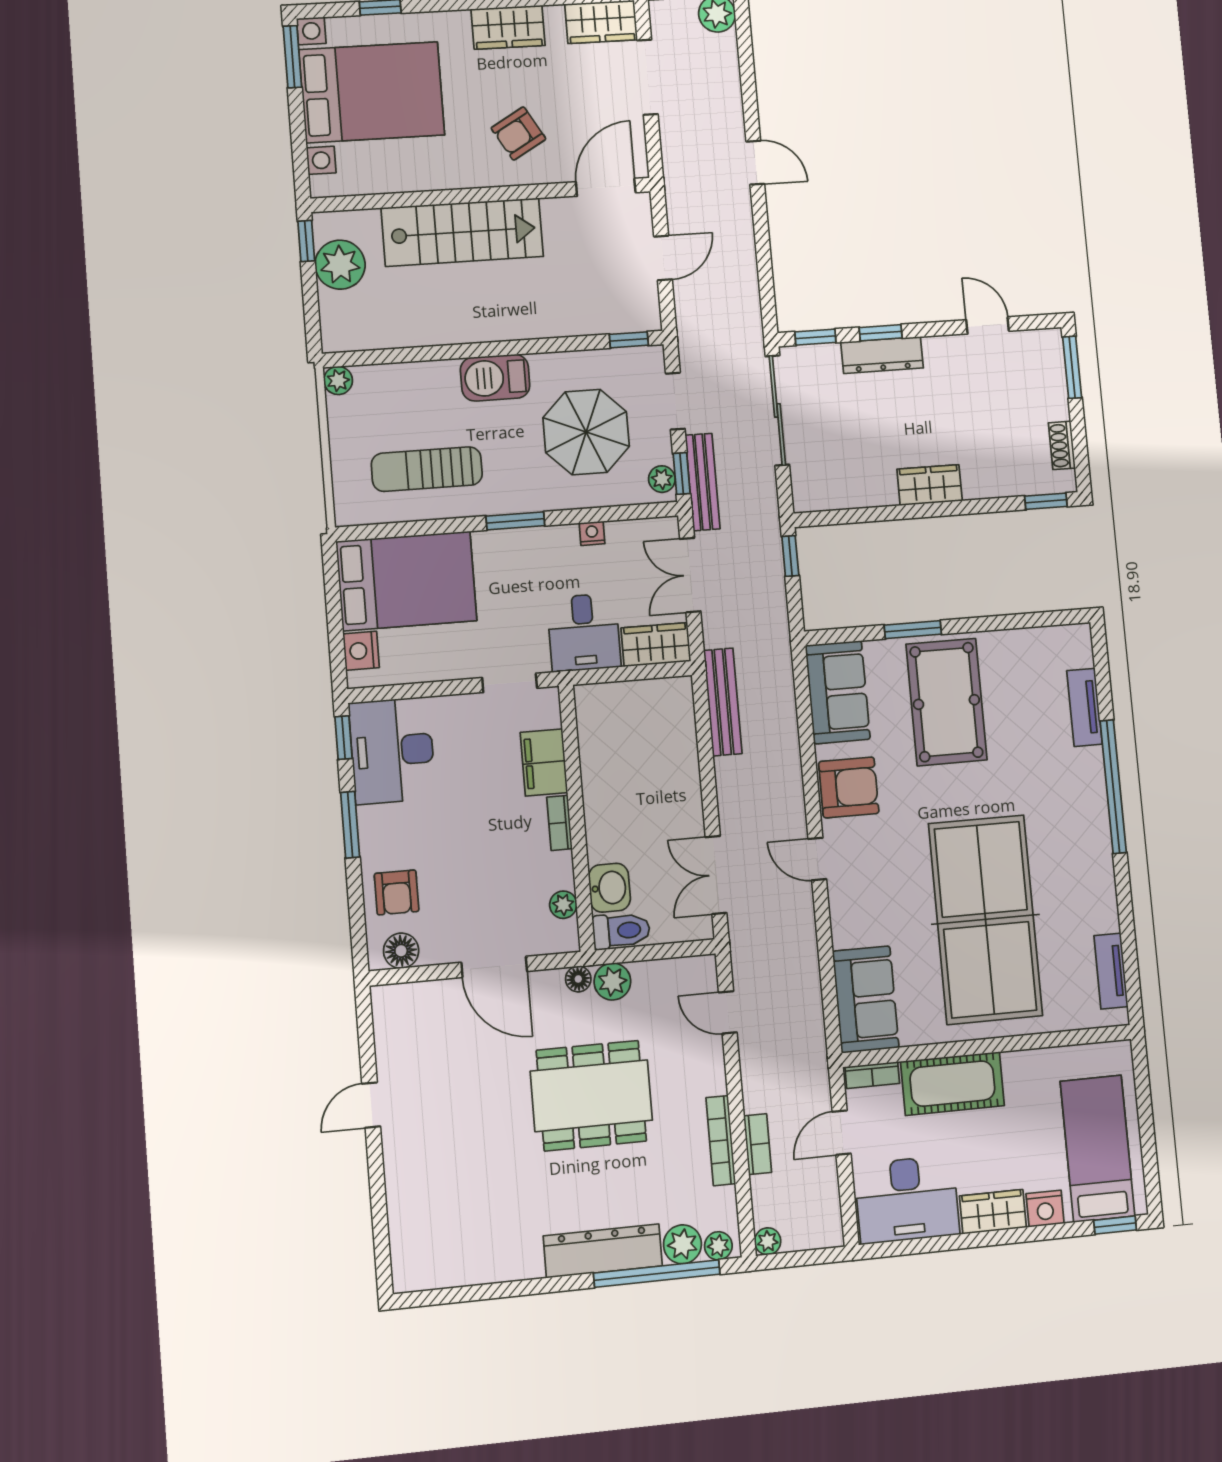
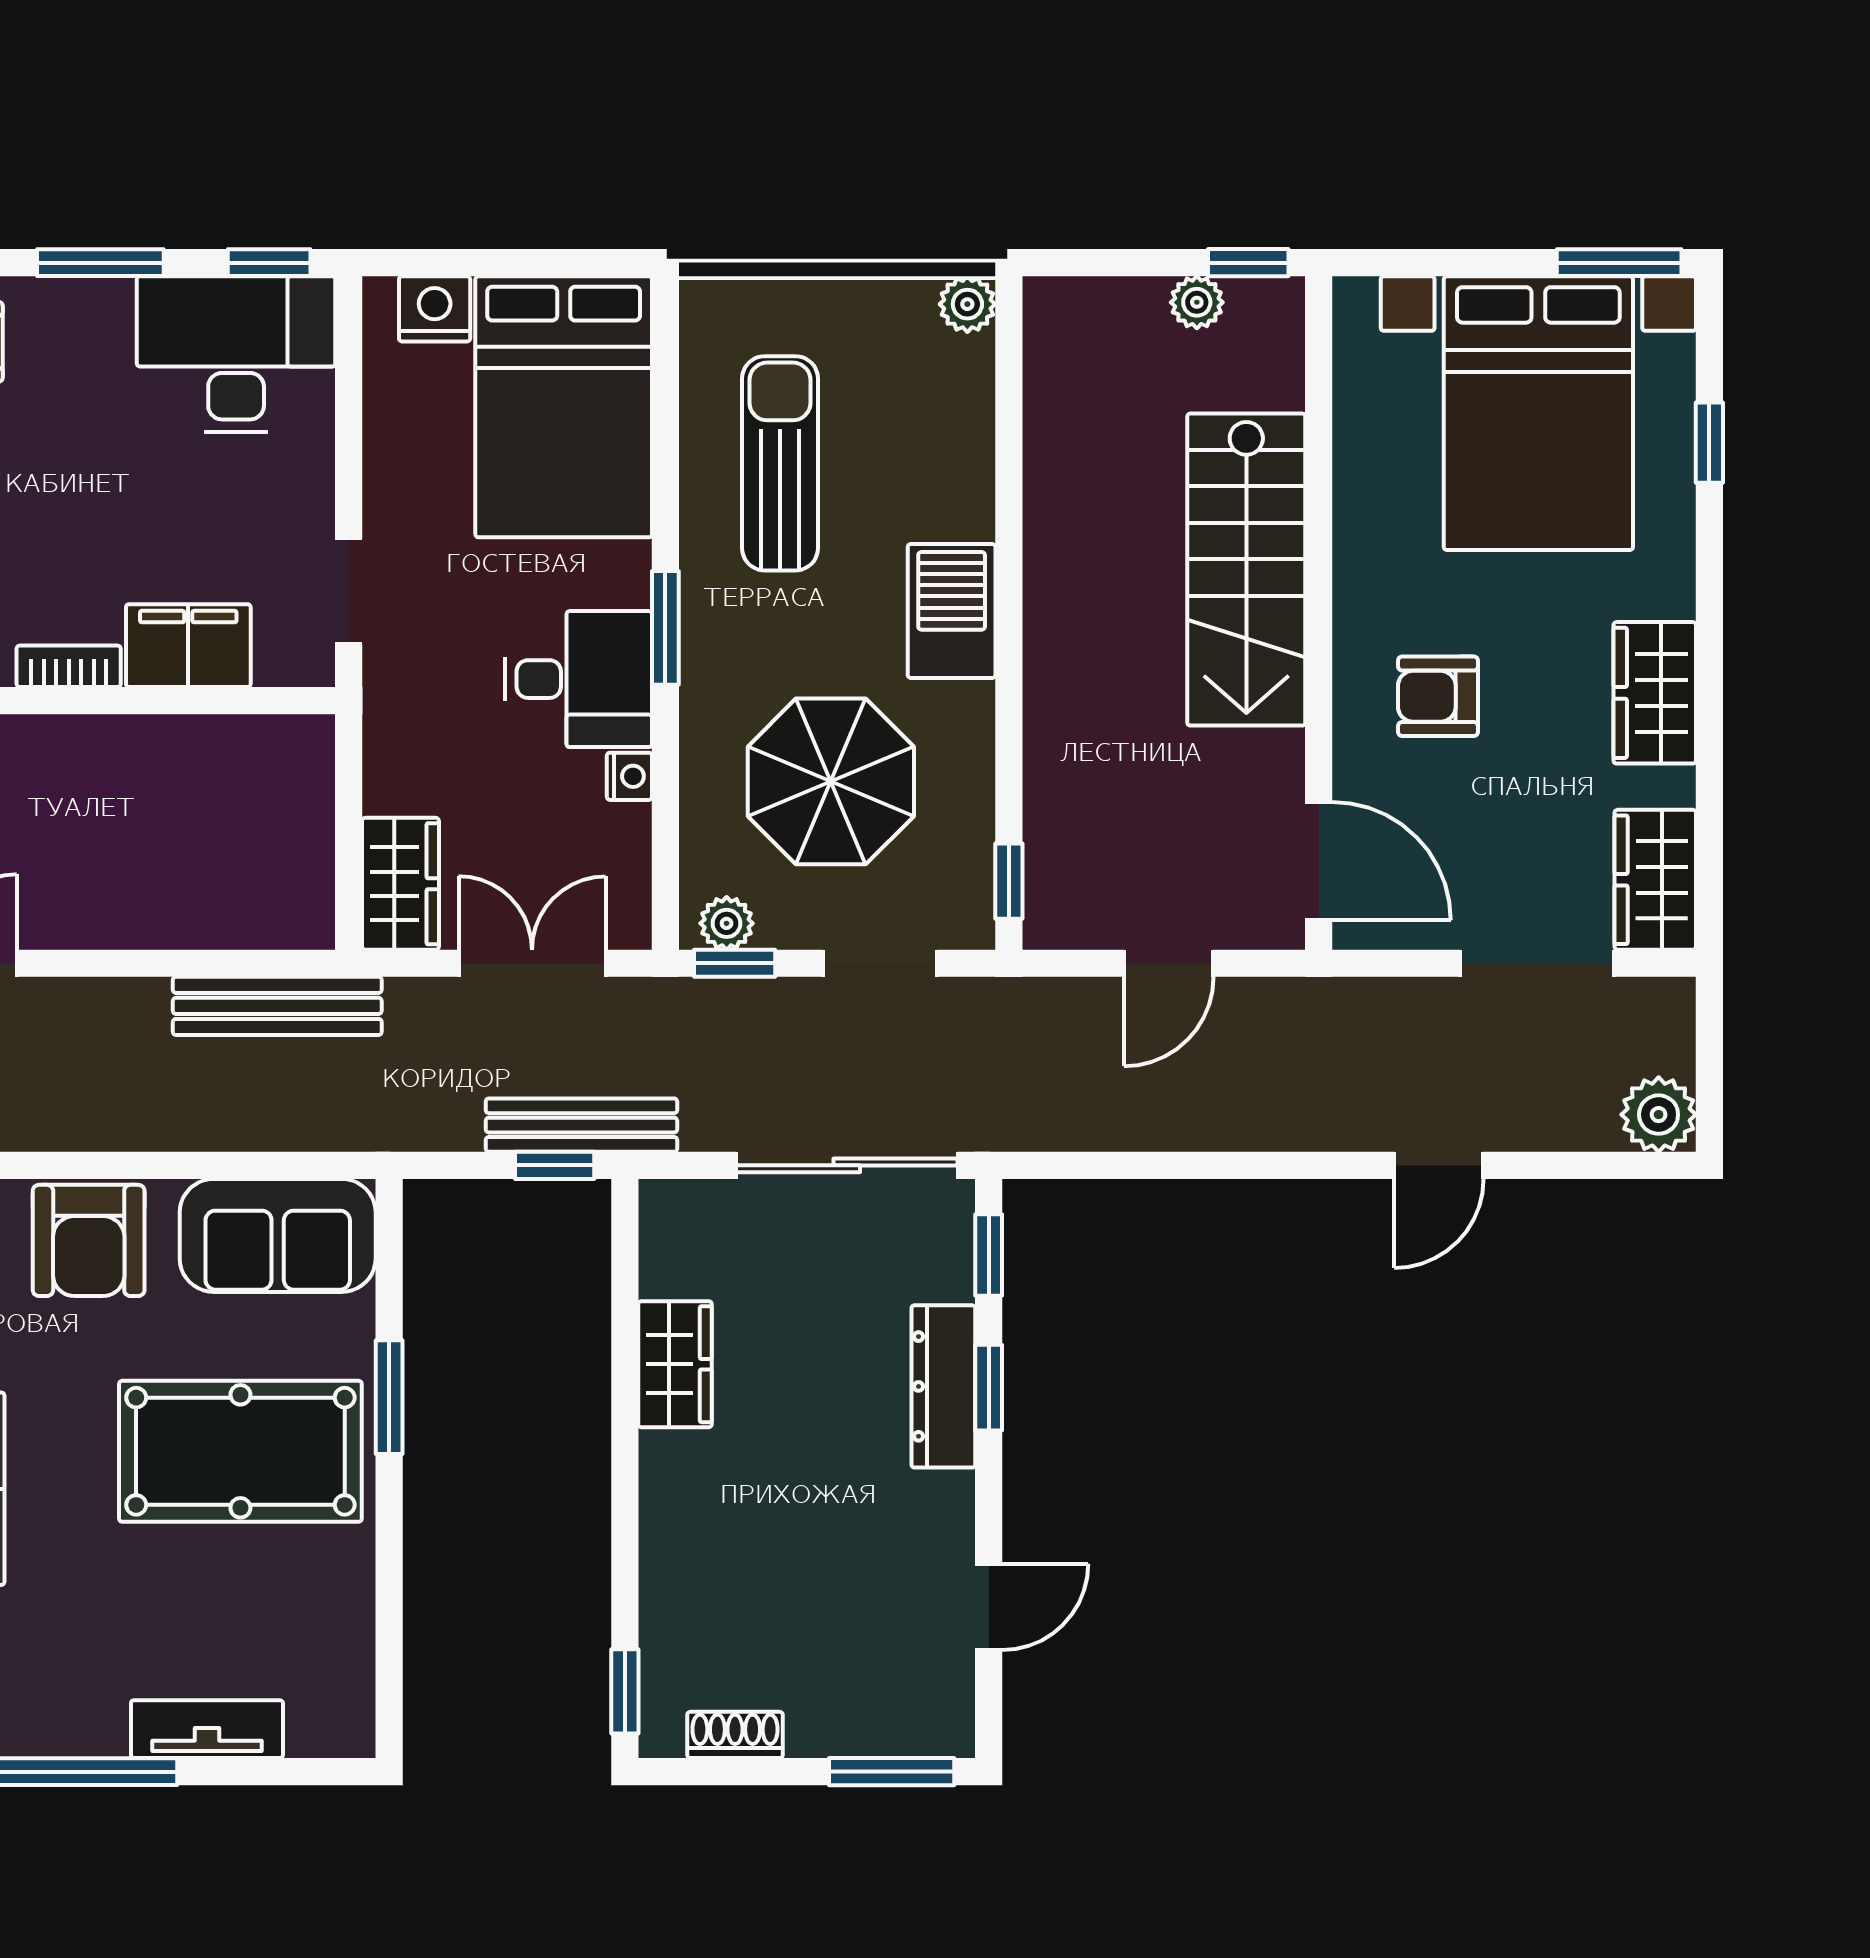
armchair: (518, 134) -> (1438, 696), turned -60
door: (755, 163) -> (1439, 1165), moved
door: (663, 258) -> (1169, 963), hinge flipped
plant: (340, 265) -> (1197, 302), width x0.53, depth x0.53
bench: (703, 482) -> (581, 1125), moved
wardrobe: (930, 485) -> (675, 1364), moved
desk: (584, 632) -> (578, 679), moved, turned 180

